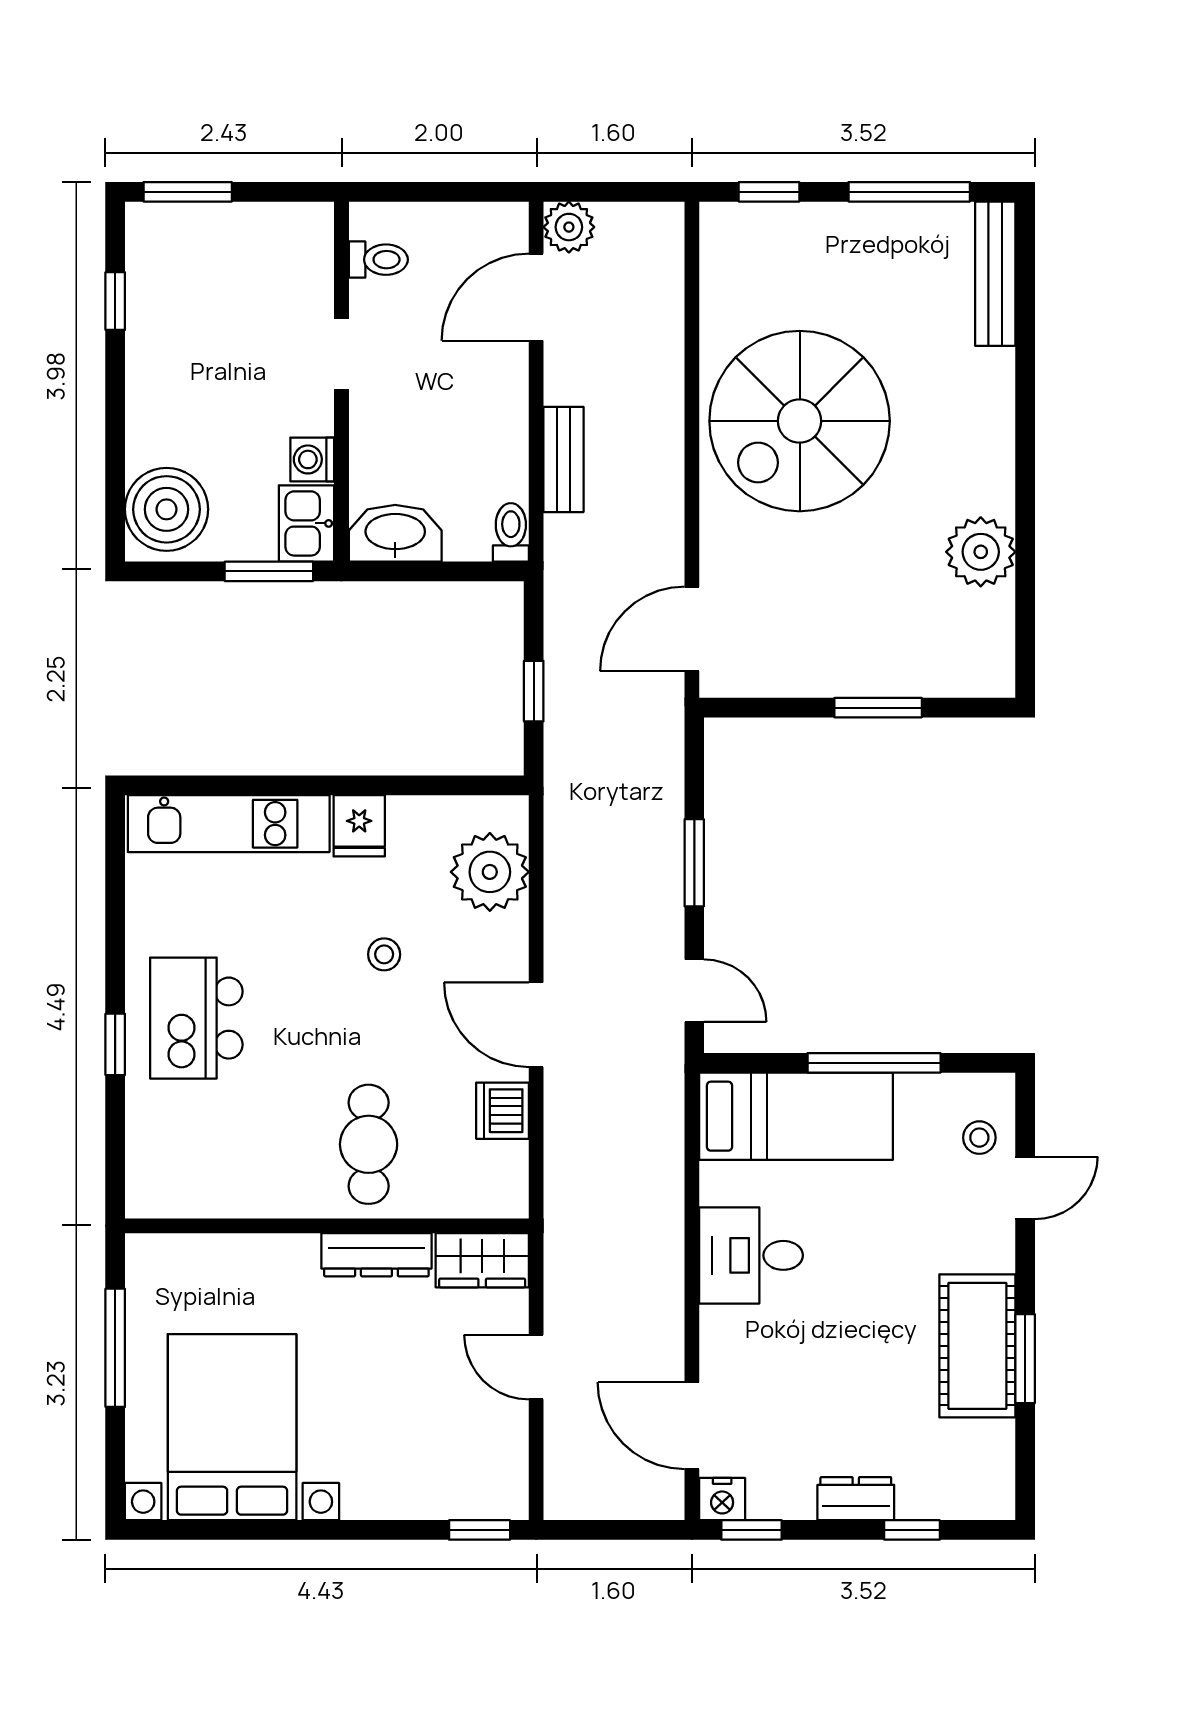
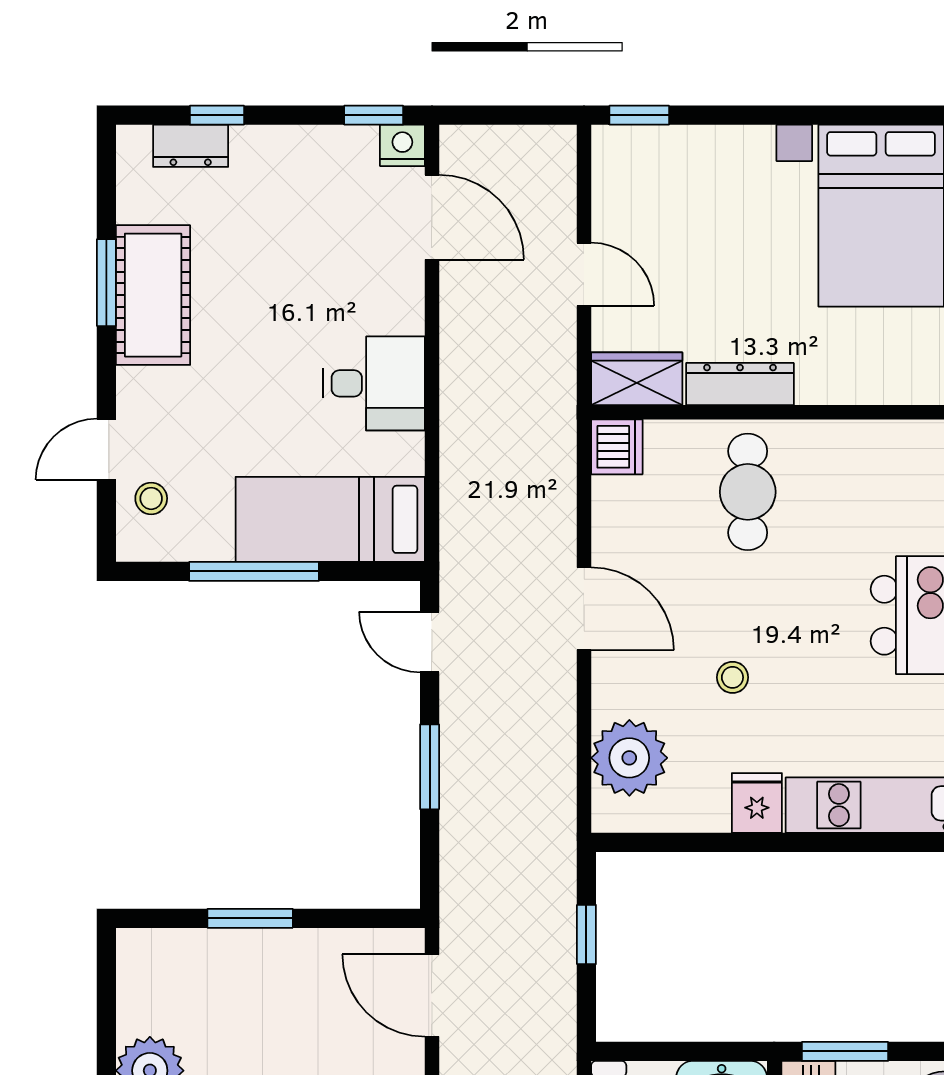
door: (692, 629) -> (432, 995), swing flipped
dishwasher: (502, 1111) -> (617, 447), moved
dresser: (856, 1499) -> (191, 146), moved

